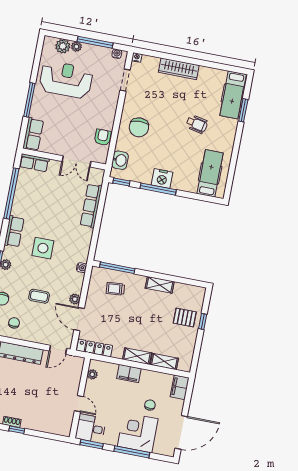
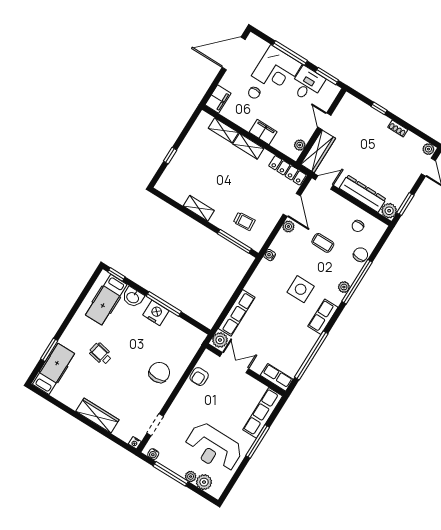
row of seats: (33, 134) -> (263, 413), width x1.48
washbasin: (120, 160) -> (133, 297), moved, turned -90
plant: (97, 176) -> (220, 340), added
window: (121, 182) -> (116, 274), moved
pallet: (185, 318) -> (186, 166), removed
wardrobe: (74, 375) -> (318, 151), added
desk: (91, 428) -> (307, 84), moved, turned -90
window: (17, 430) -> (379, 108), moved

